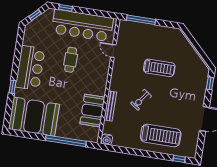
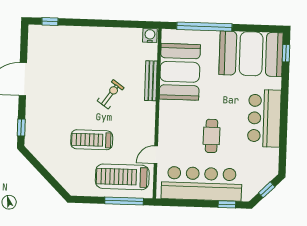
door: (113, 51) -> (156, 155), swing flipped
window: (12, 87) -> (286, 53), moved
booth: (92, 111) -> (180, 72), width x1.36, depth x1.42
treadmill: (161, 136) -> (122, 177), moved

